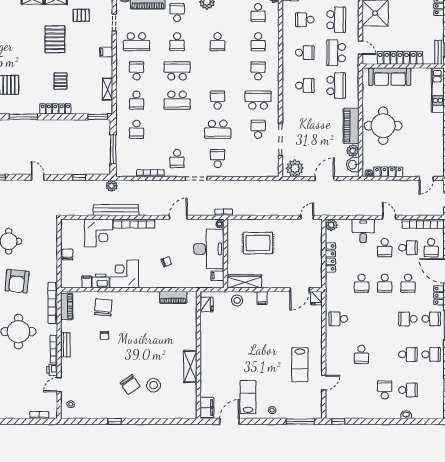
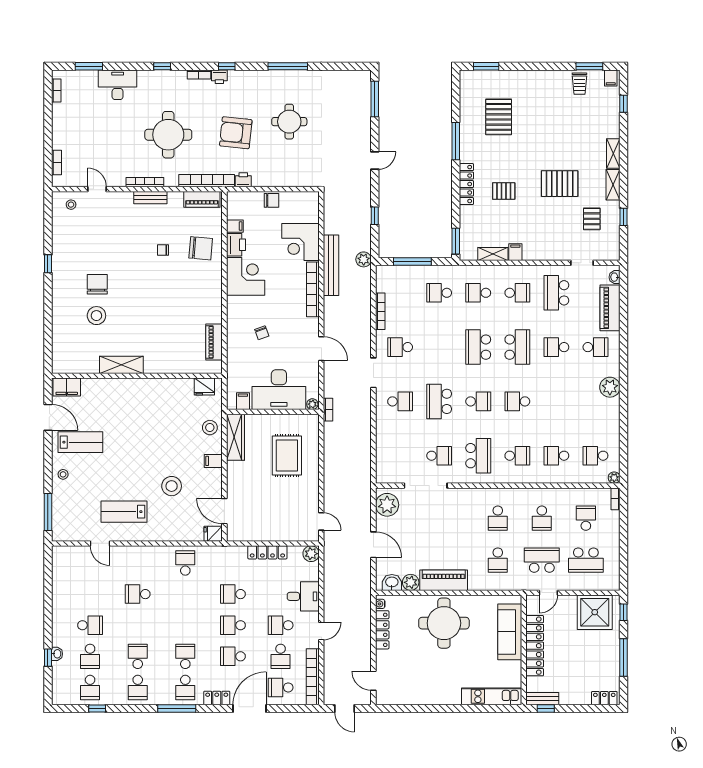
school desk: (218, 42) -> (517, 401), moved
filing cabinet: (106, 52) -> (515, 252), moved
school desk: (336, 86) -> (498, 560), width x0.54
stool: (281, 329) -> (172, 486), added
school desk: (408, 354) -> (138, 656), turned 180
printer: (52, 370) -> (243, 180), moved
chair: (130, 385) -> (97, 284), turned 124
school desk: (431, 390) -> (90, 687), added
window: (338, 421) -> (48, 658), moved

